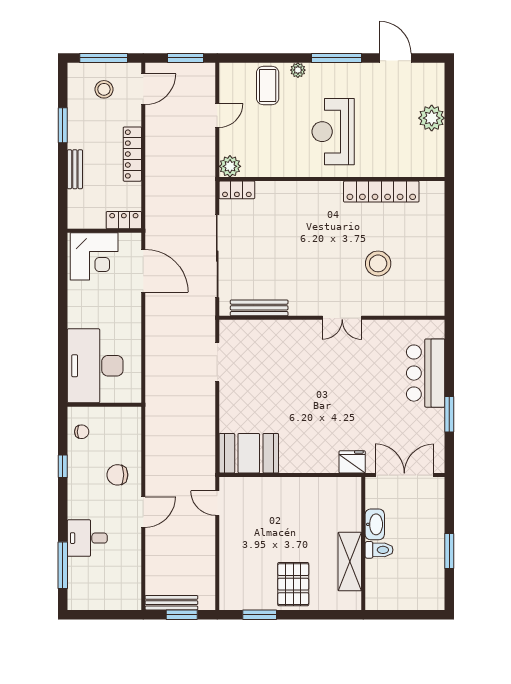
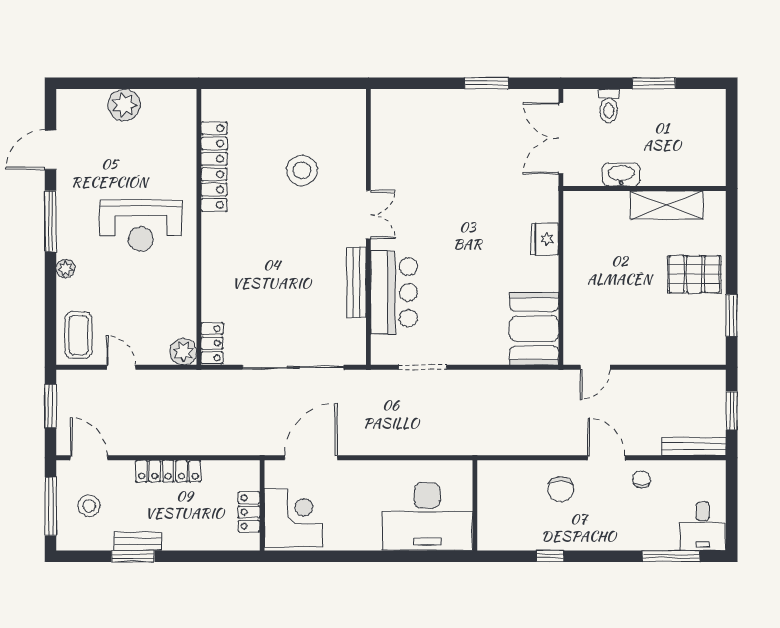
coffee table: (268, 85) -> (79, 335), moved, turned 90
bench: (75, 169) -> (138, 541), moved
locker: (124, 220) -> (249, 512), moved
bench: (259, 308) -> (356, 282), moved
bar counter: (426, 373) -> (394, 292), moved, turned -90
chair: (82, 432) -> (642, 479), moved
fridge: (352, 462) -> (545, 239), moved
desk: (87, 538) -> (703, 526), moved
toilet: (379, 550) -> (609, 106), moved, turned 180
bench: (171, 603) -> (694, 446), moved, turned 90

